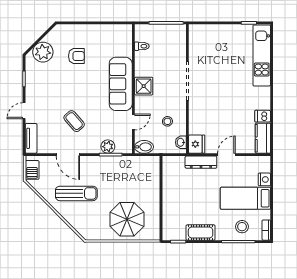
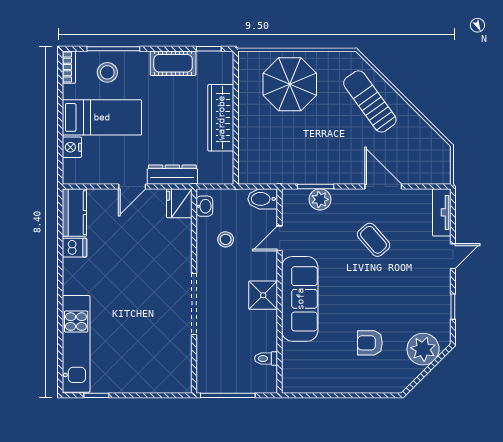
barbecue: (32, 170) -> (440, 162), removed
sun lounger: (76, 193) -> (370, 101), moved, turned 54
wardrobe: (170, 198) -> (221, 118), added

